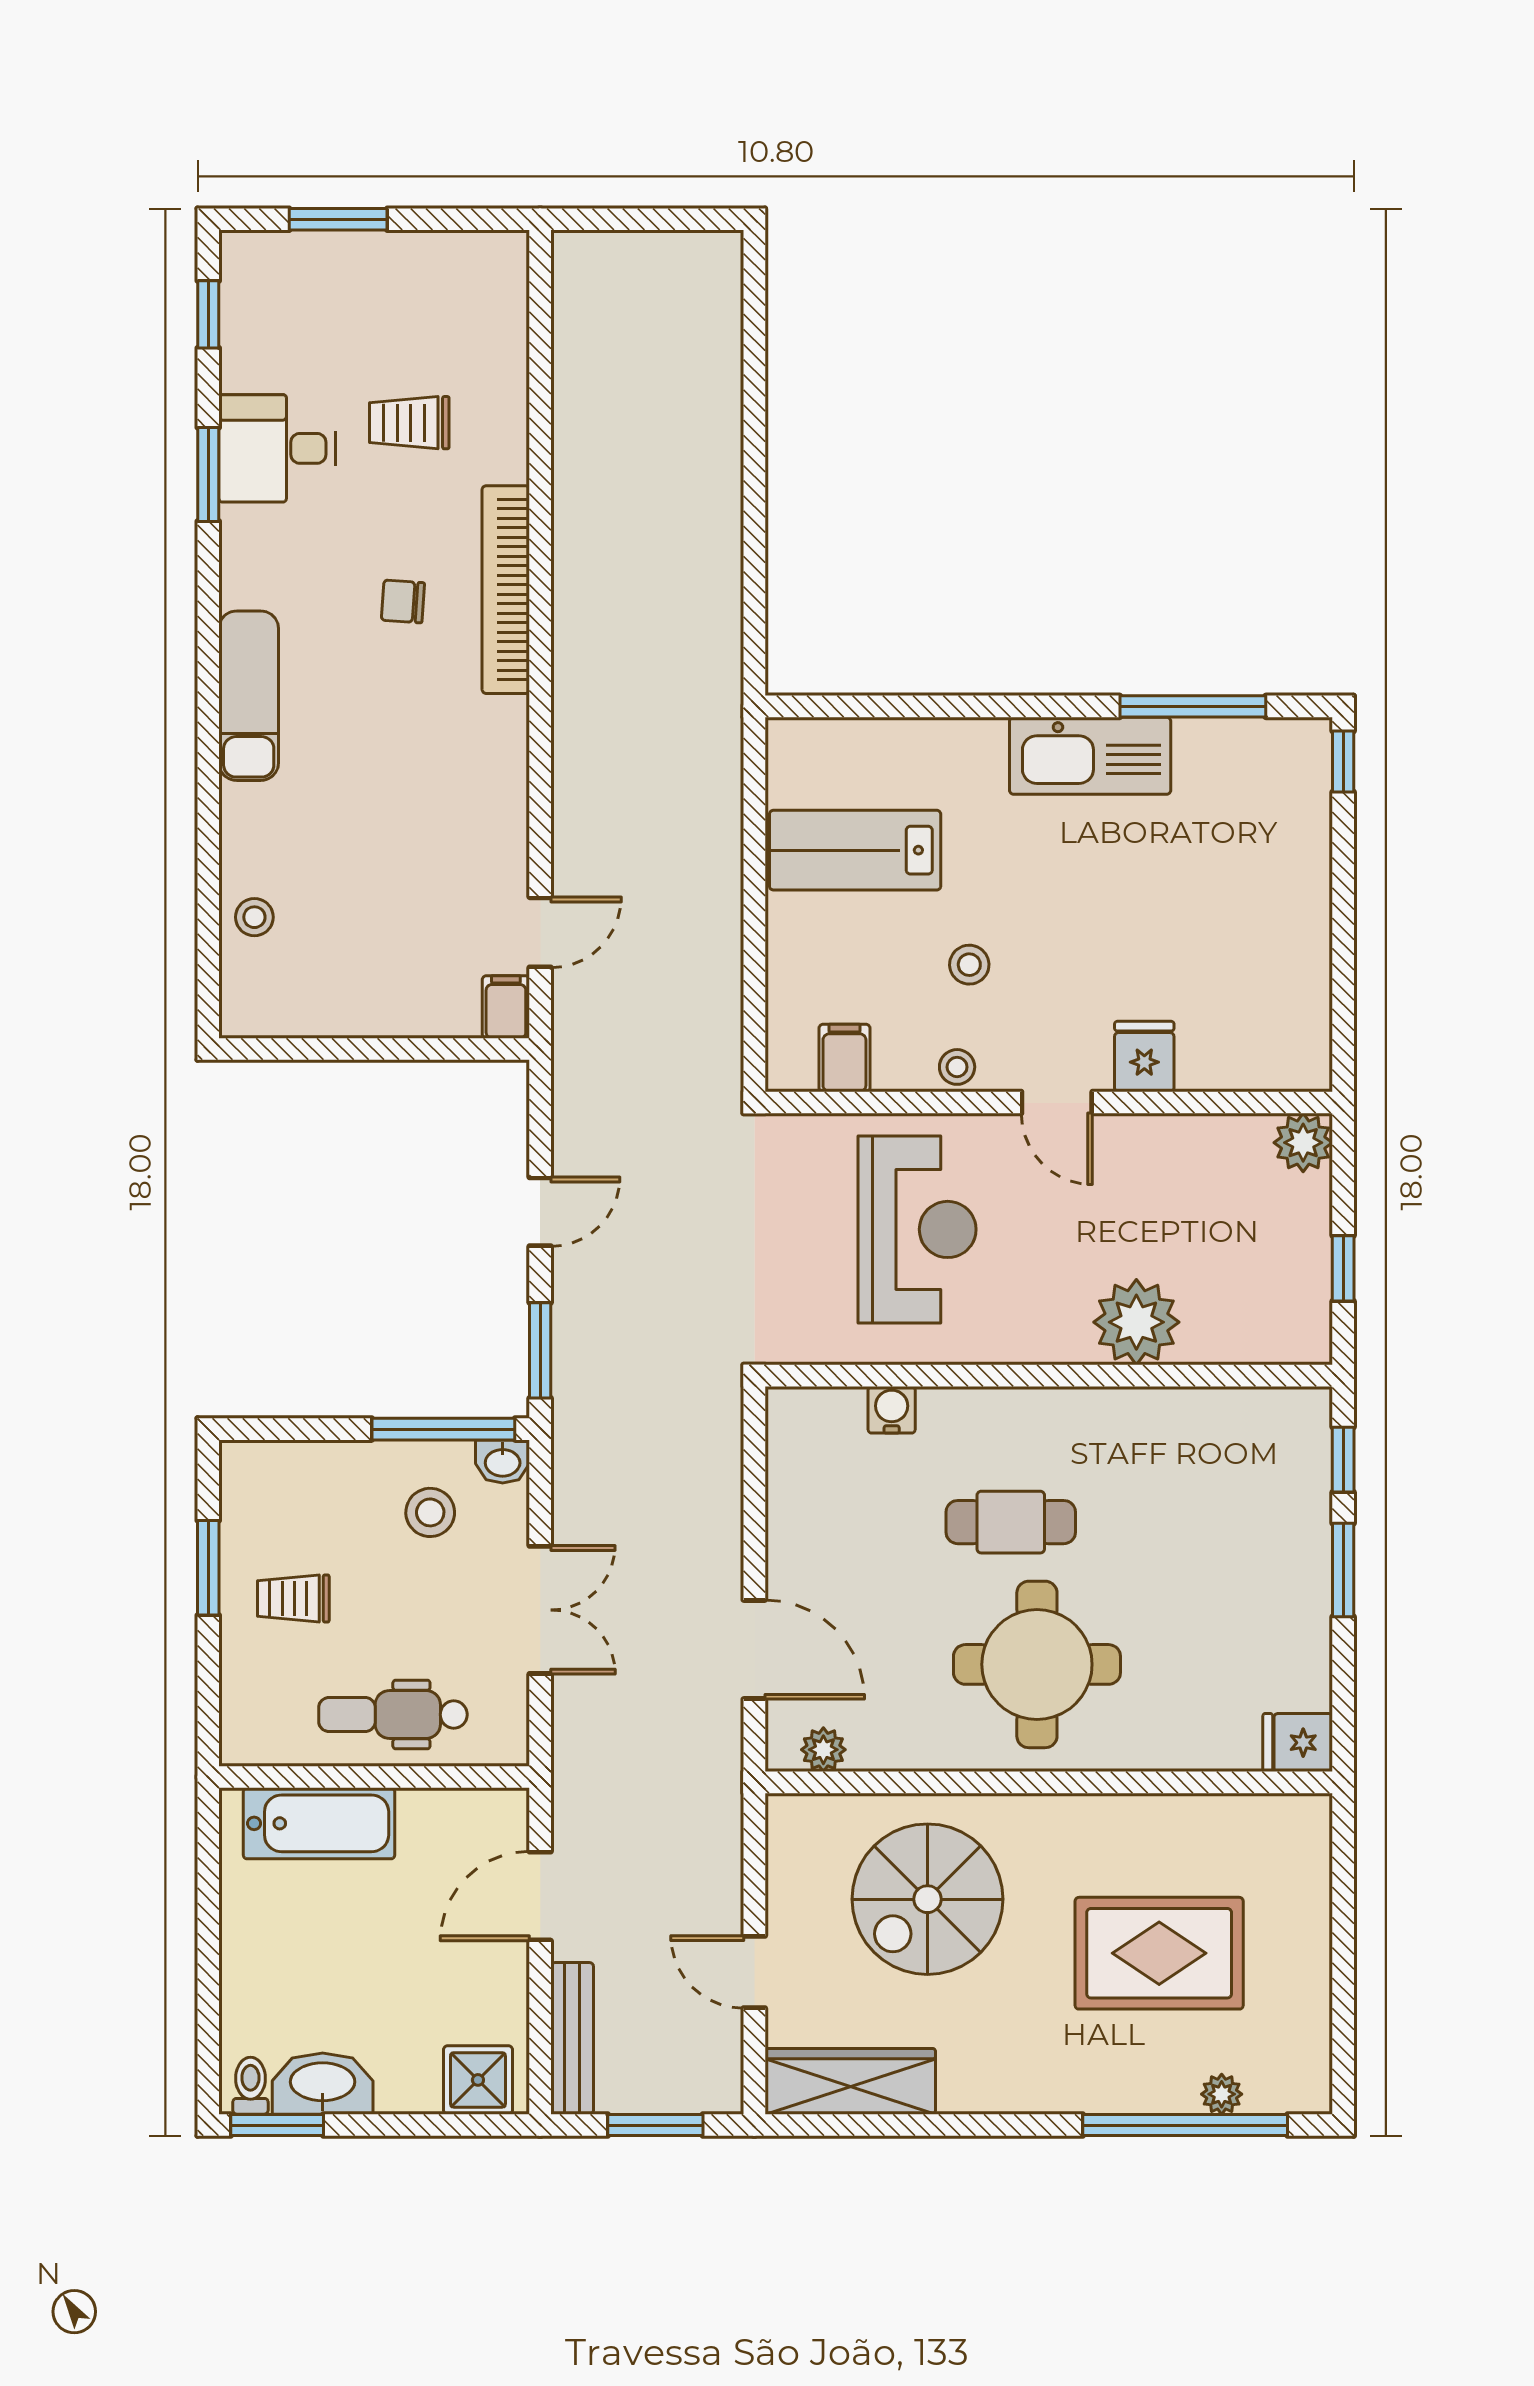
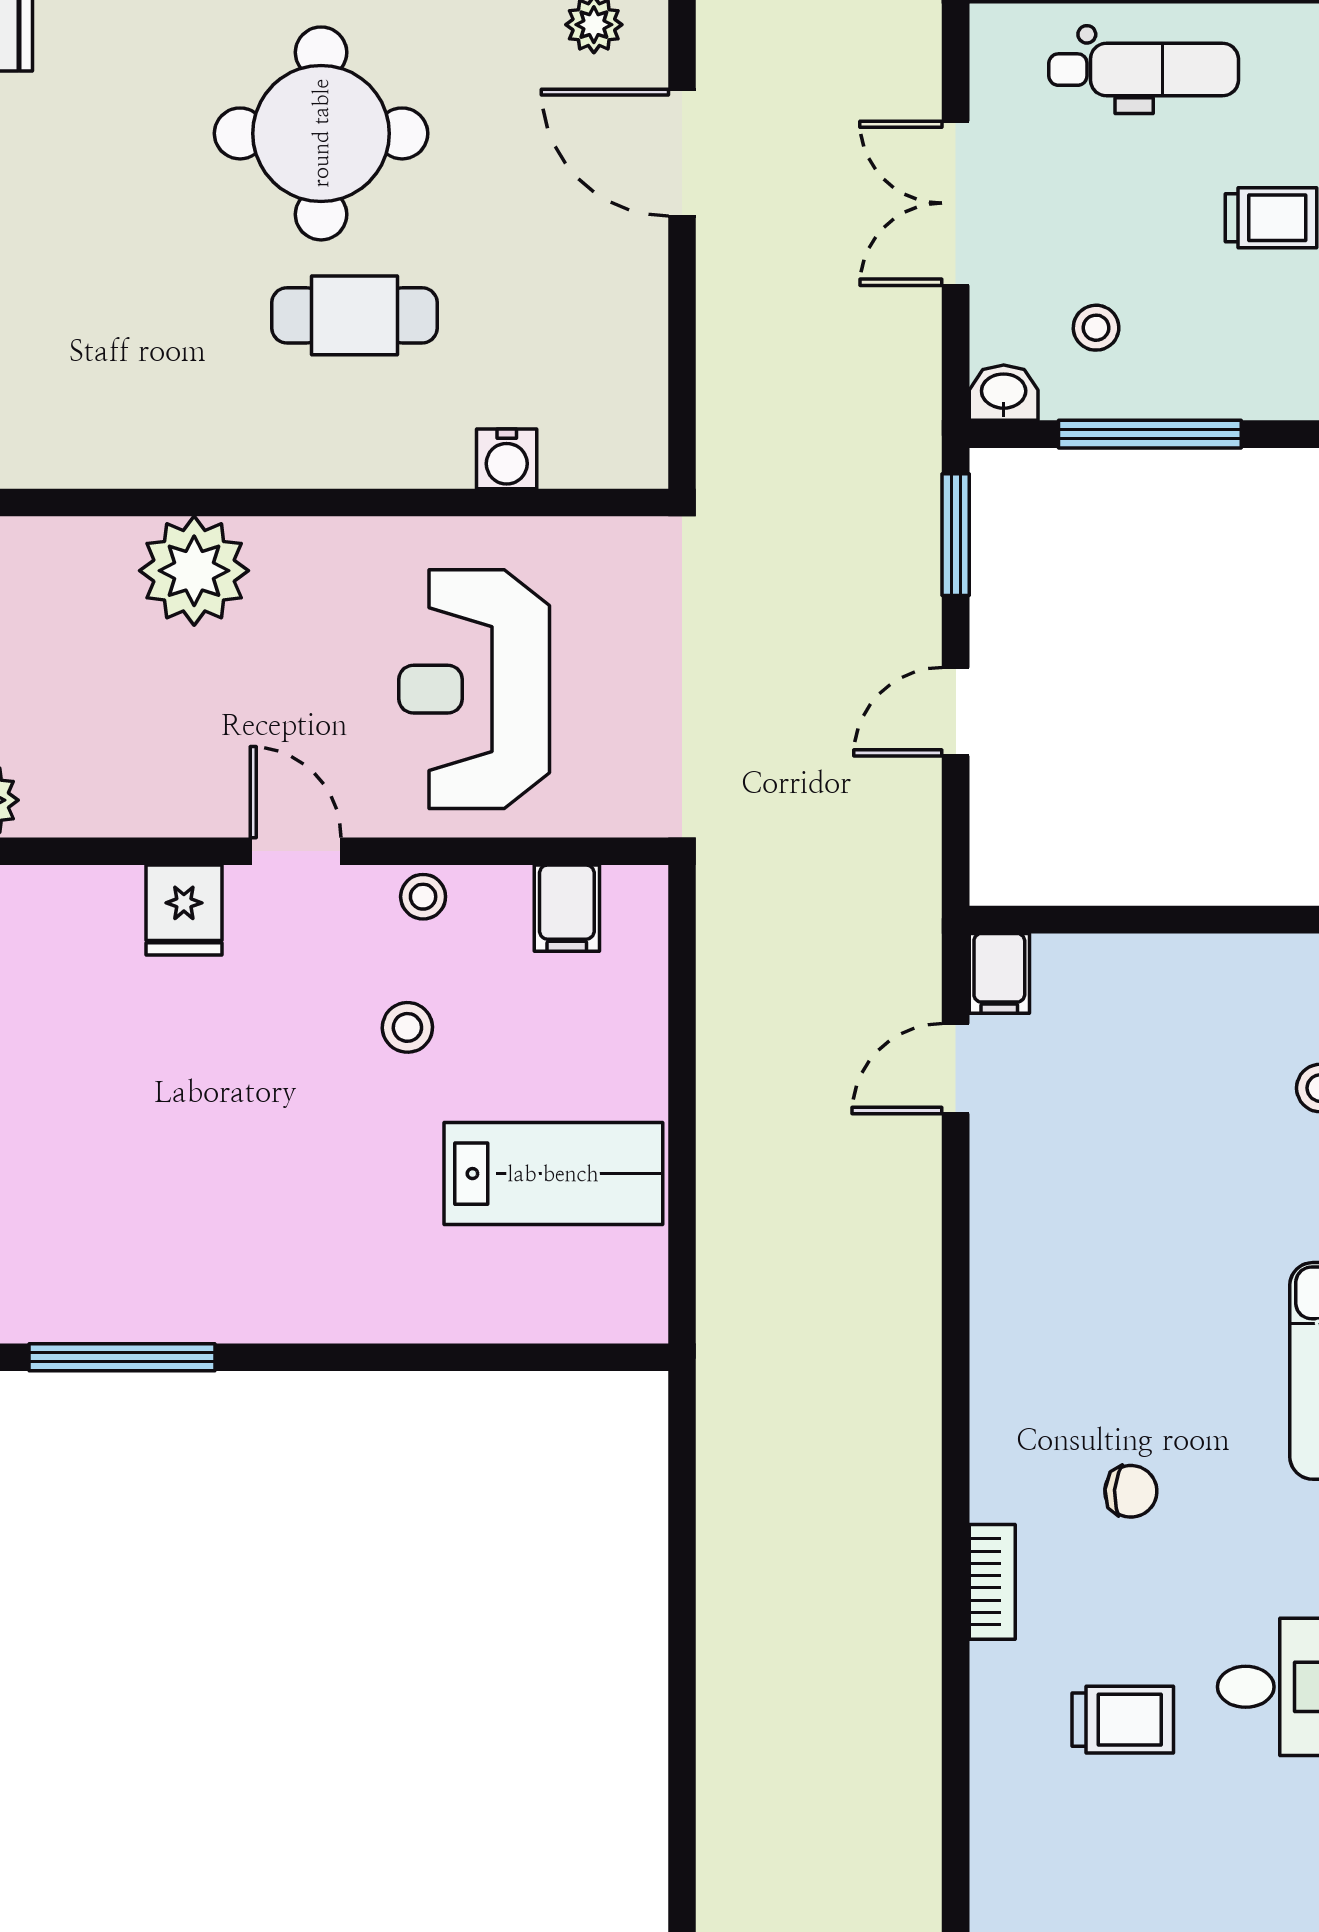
bookcase: (506, 590) -> (992, 1582), width x0.43, depth x0.76
kitchen sink: (1090, 756) -> (253, 1294), removed
window: (443, 1429) -> (1150, 434), moved
stool: (430, 1512) -> (1096, 328), width x0.73, depth x0.73

